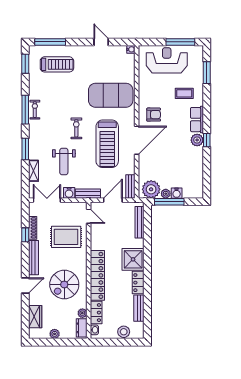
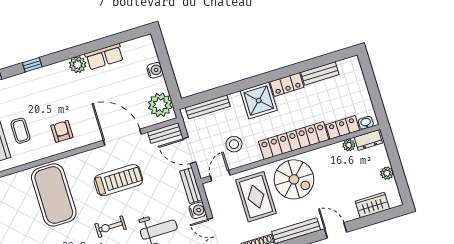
coffee table: (184, 93) -> (20, 131), moved
row of seats: (197, 120) -> (104, 57), moved
door: (137, 140) -> (122, 137), moved
window: (207, 140) -> (32, 65), moved
treadmill: (107, 144) -> (118, 180), width x0.73, depth x0.73
plant: (166, 194) -> (160, 84), removed
window: (169, 202) -> (169, 76), removed
spiral stairs: (64, 285) -> (294, 179), moved
stool: (124, 332) -> (234, 144), moved

